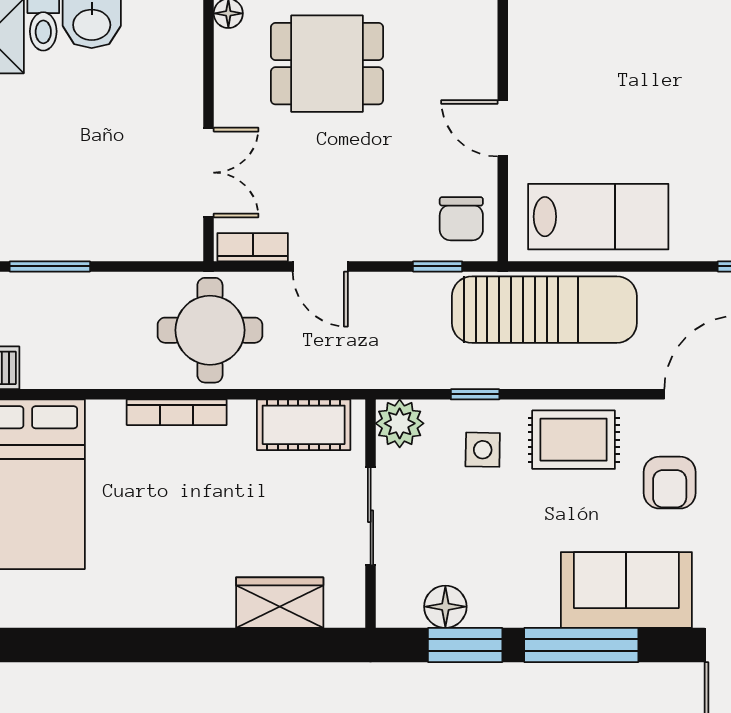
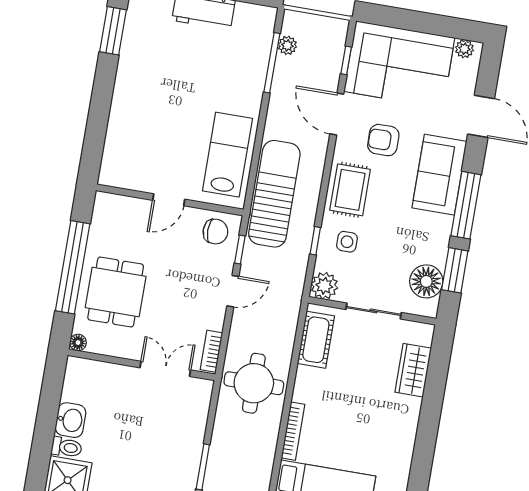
door: (320, 266) -> (233, 291), moved
bookcase: (177, 412) -> (293, 431), moved
armchair: (670, 483) -> (383, 140), turned 180
floor lamp: (445, 607) -> (426, 281), width x1.38, depth x1.38

